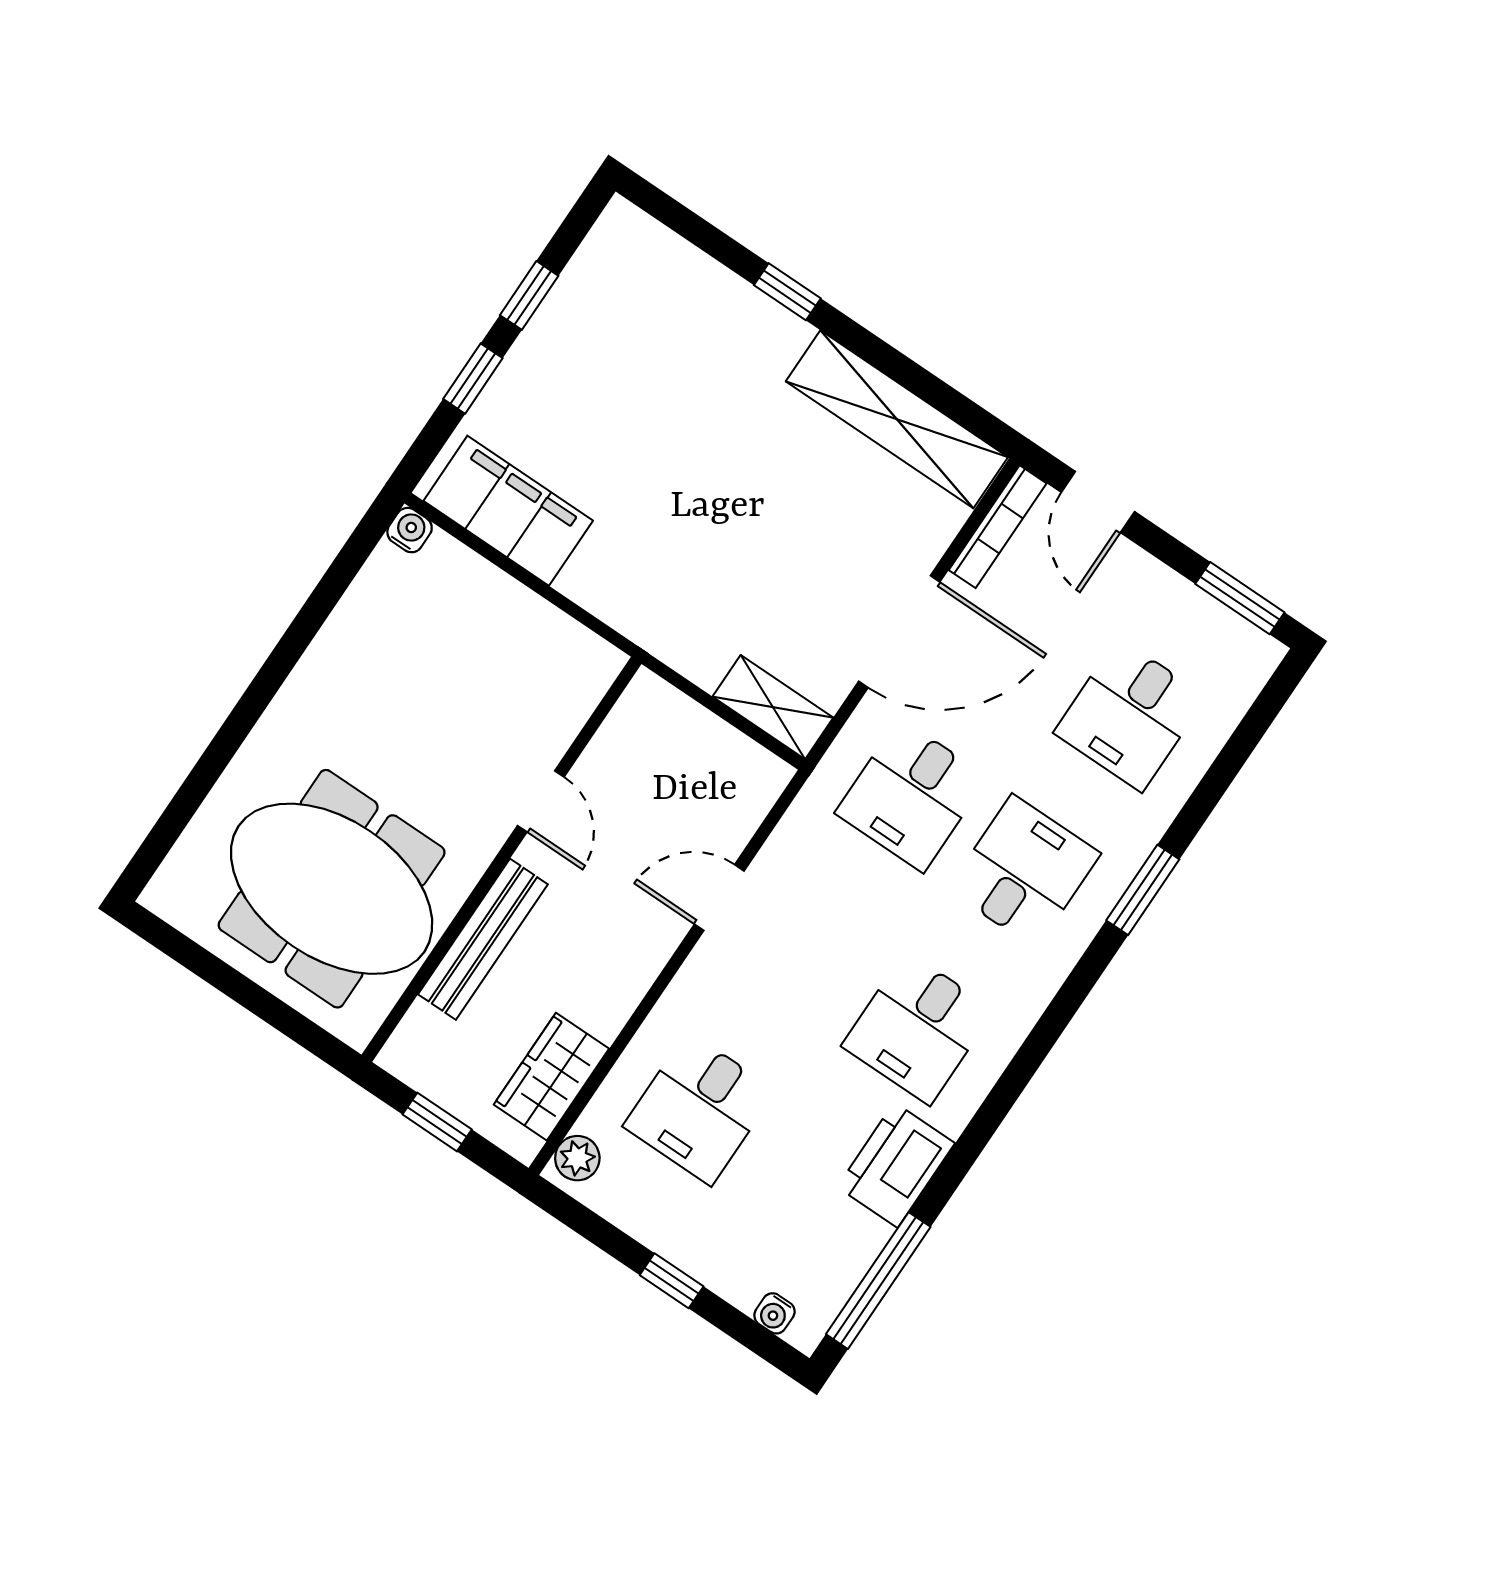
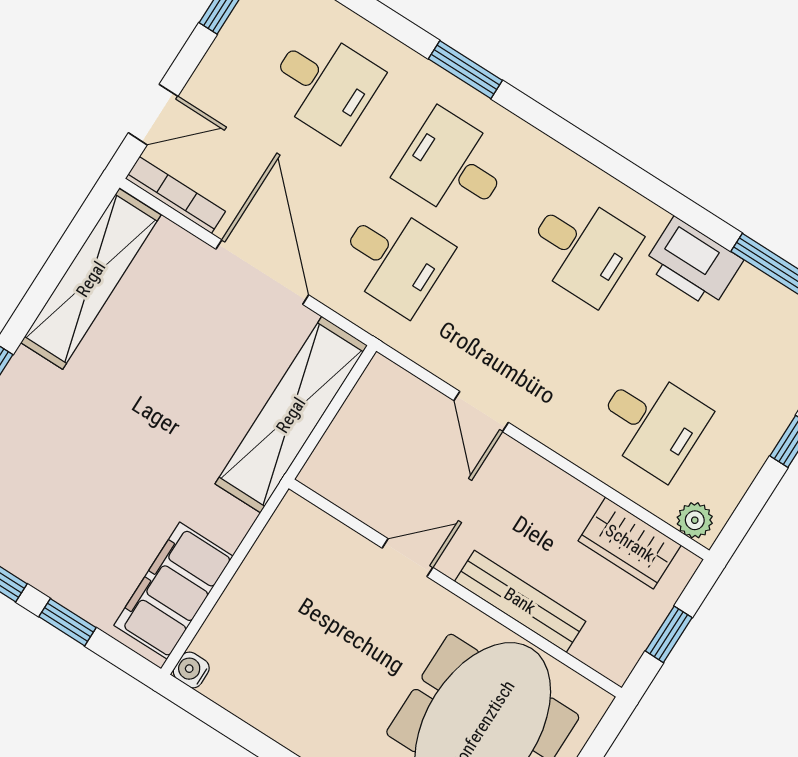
shelving: (773, 707) -> (291, 415), width x2.20, depth x1.33

